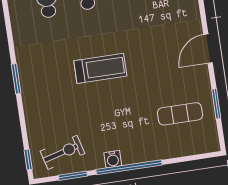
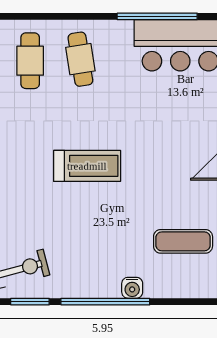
water cooler: (113, 159) -> (132, 288), moved

